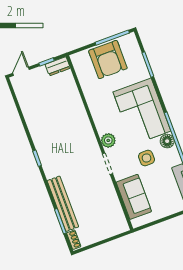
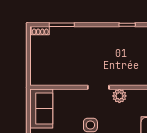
sofa: (134, 197) -> (41, 108), moved, turned -90
bench: (63, 204) -> (77, 33), removed

